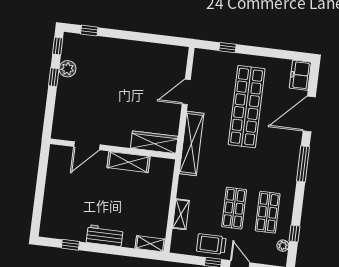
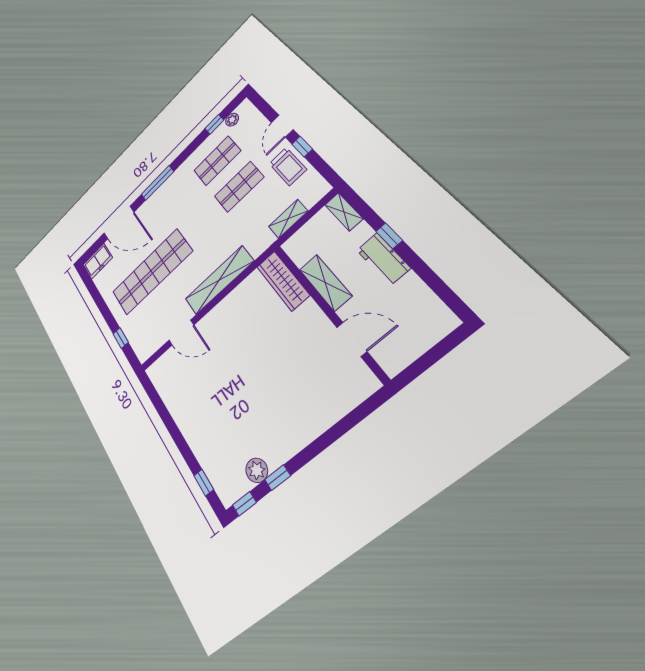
wardrobe: (154, 142) -> (283, 281), moved
door: (87, 146) -> (352, 339), moved
wall: (113, 149) -> (328, 311), moved
shelving: (129, 162) -> (325, 283), moved
window: (70, 245) -> (389, 236), moved

